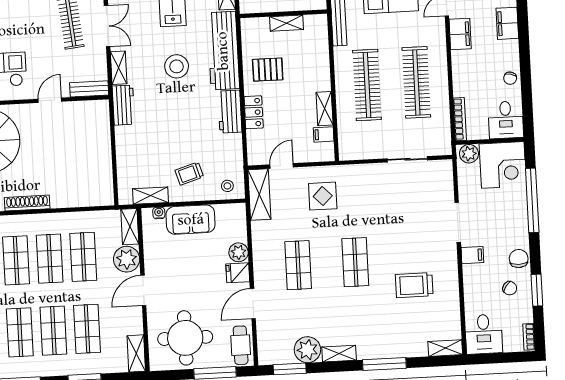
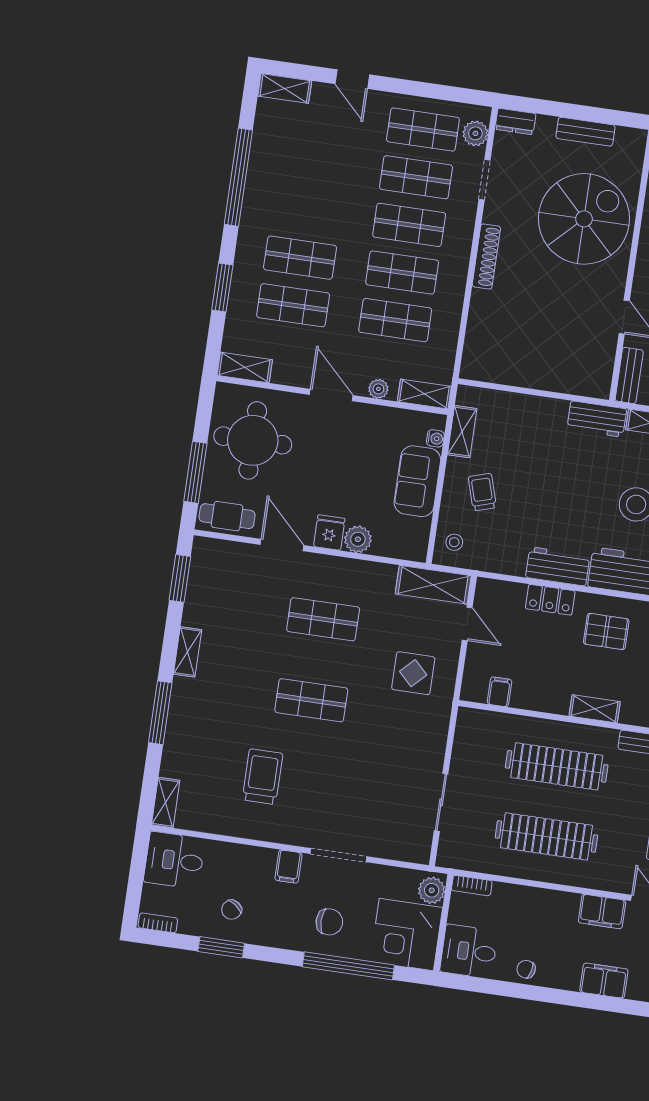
pallet: (268, 70) -> (606, 631), turned 90
shelving: (325, 109) -> (595, 709), moved
bookcase: (460, 119) -> (472, 886), width x0.64
plant: (127, 259) -> (378, 389), width x0.53, depth x0.53
chair: (519, 259) -> (329, 922), moved
shop shelf: (20, 332) -> (307, 210), removed
plant: (307, 350) -> (202, 609), removed

